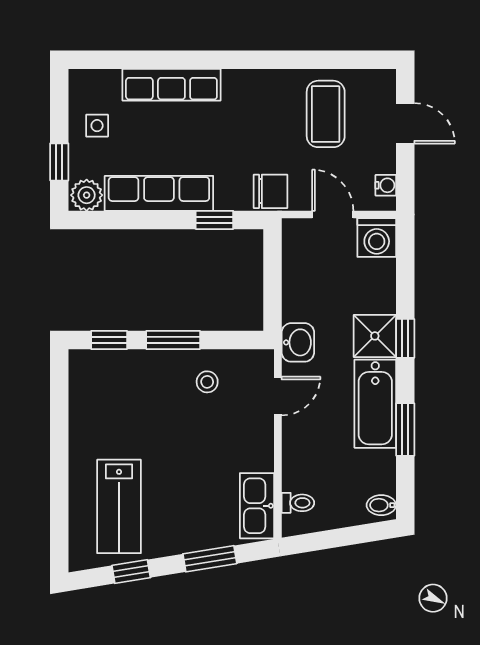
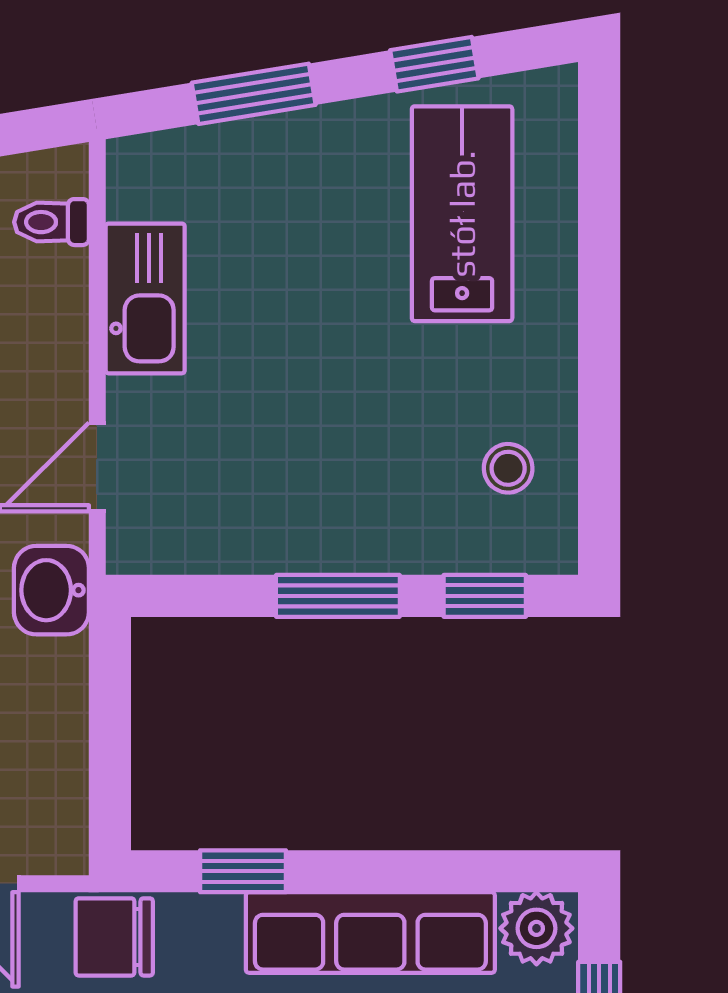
stool: (207, 382) -> (508, 468), moved
kitchen sink: (257, 506) -> (145, 298), moved

